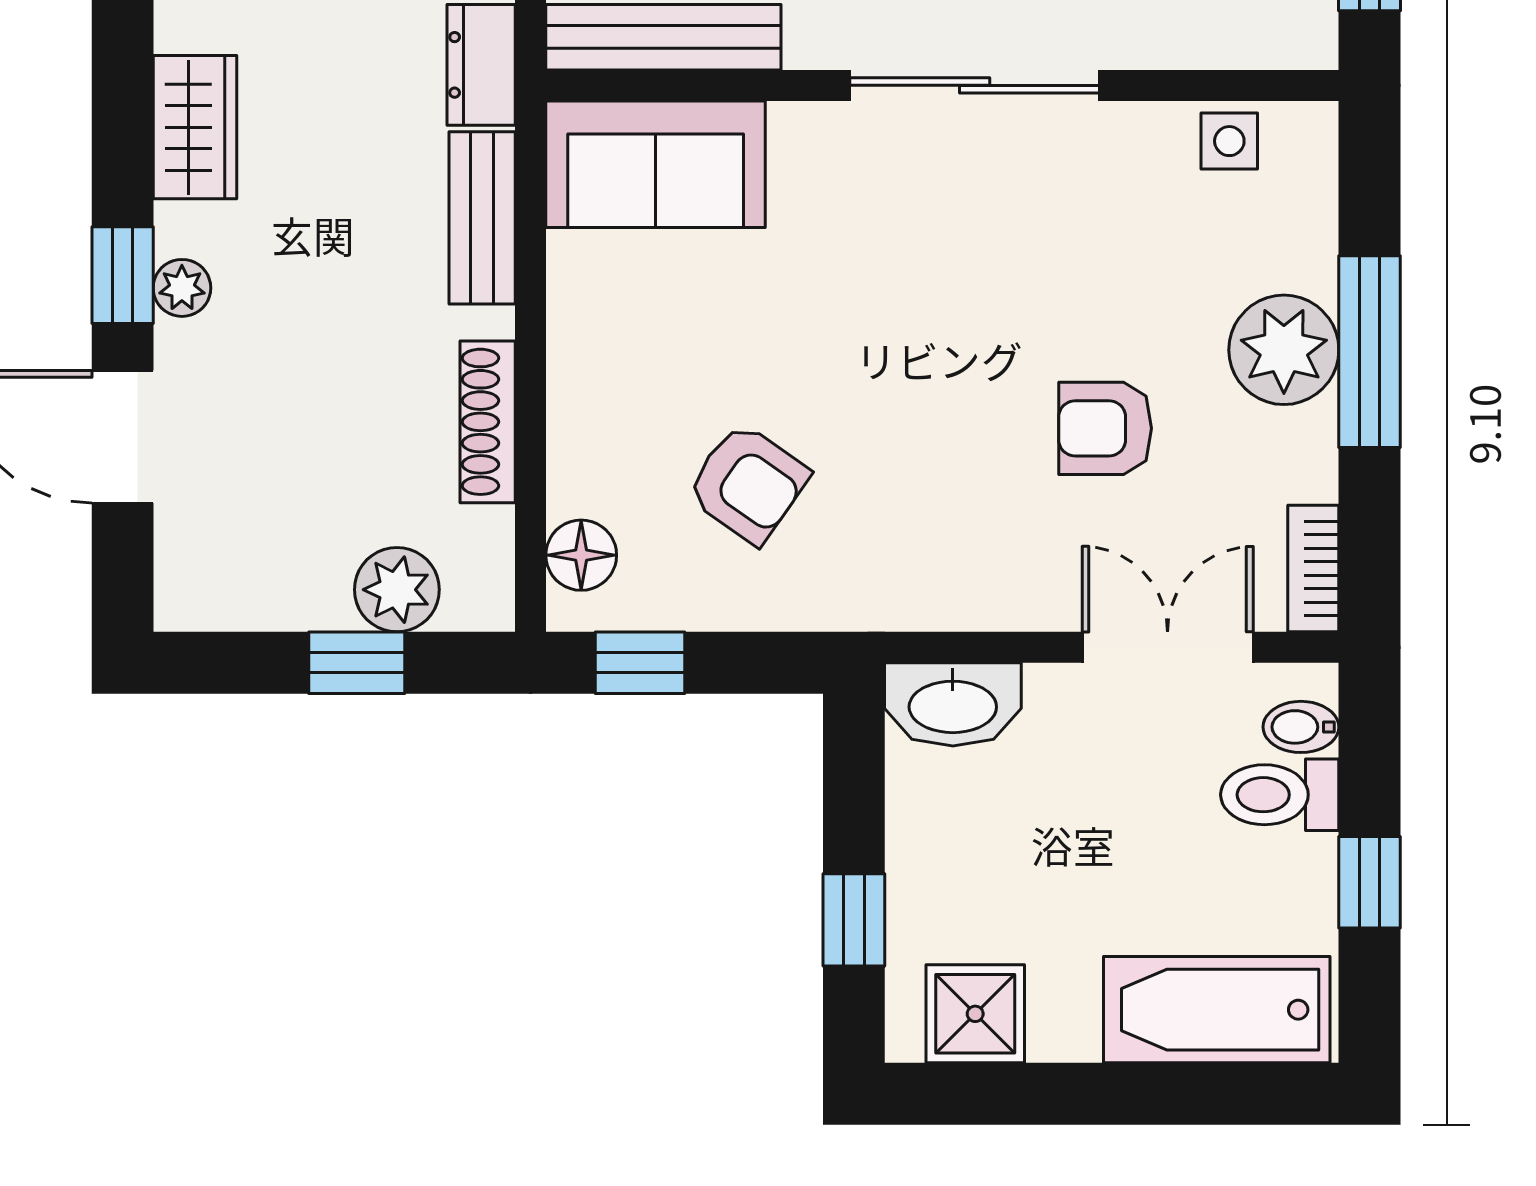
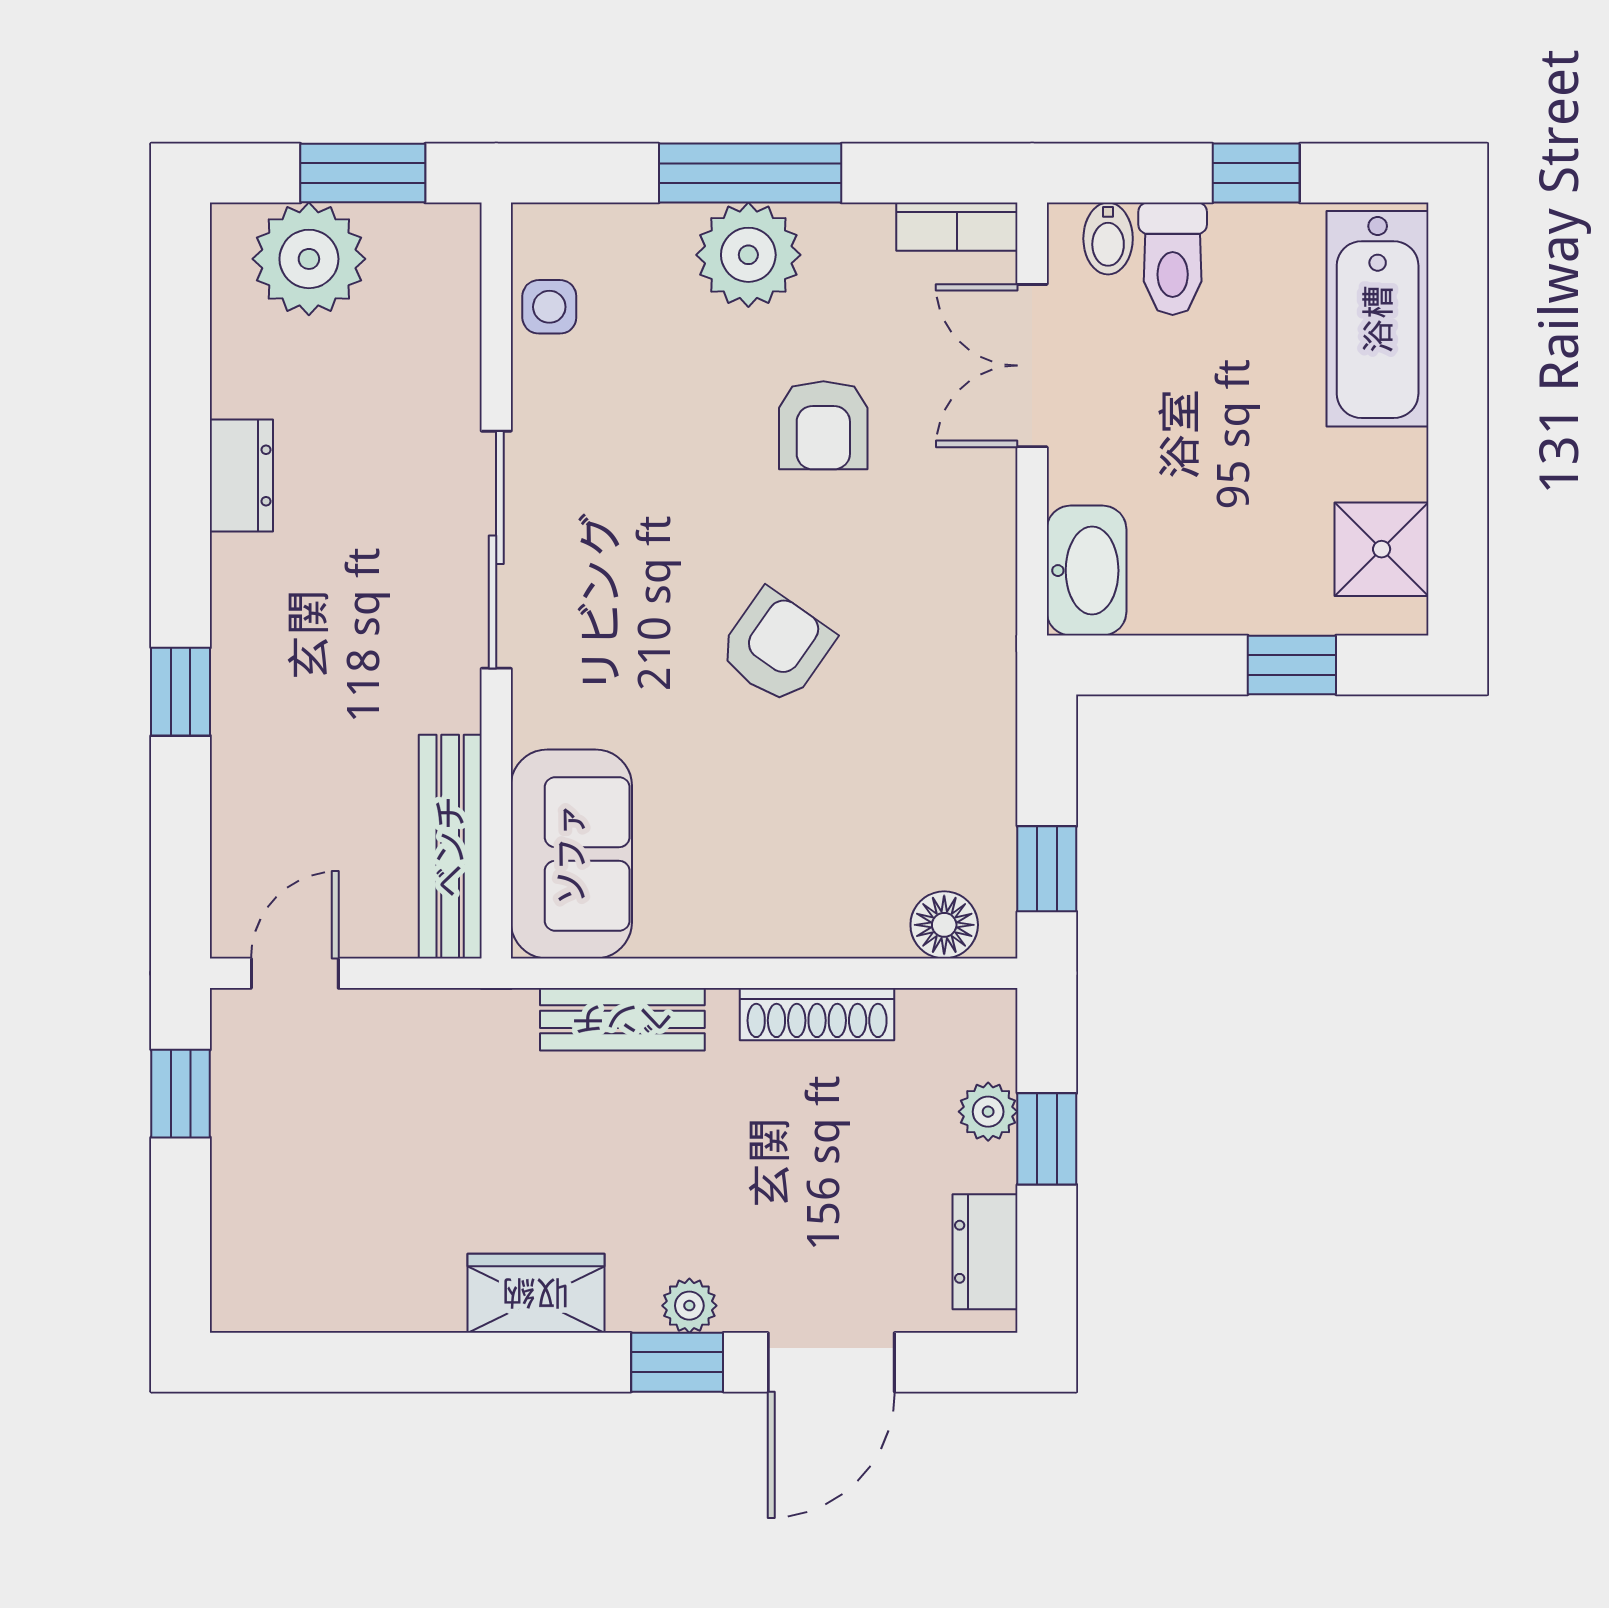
dresser: (481, 65) -> (985, 1252), moved, turned 90
armchair: (748, 483) -> (776, 647), moved
plant: (397, 590) -> (988, 1112), width x0.73, depth x0.73

